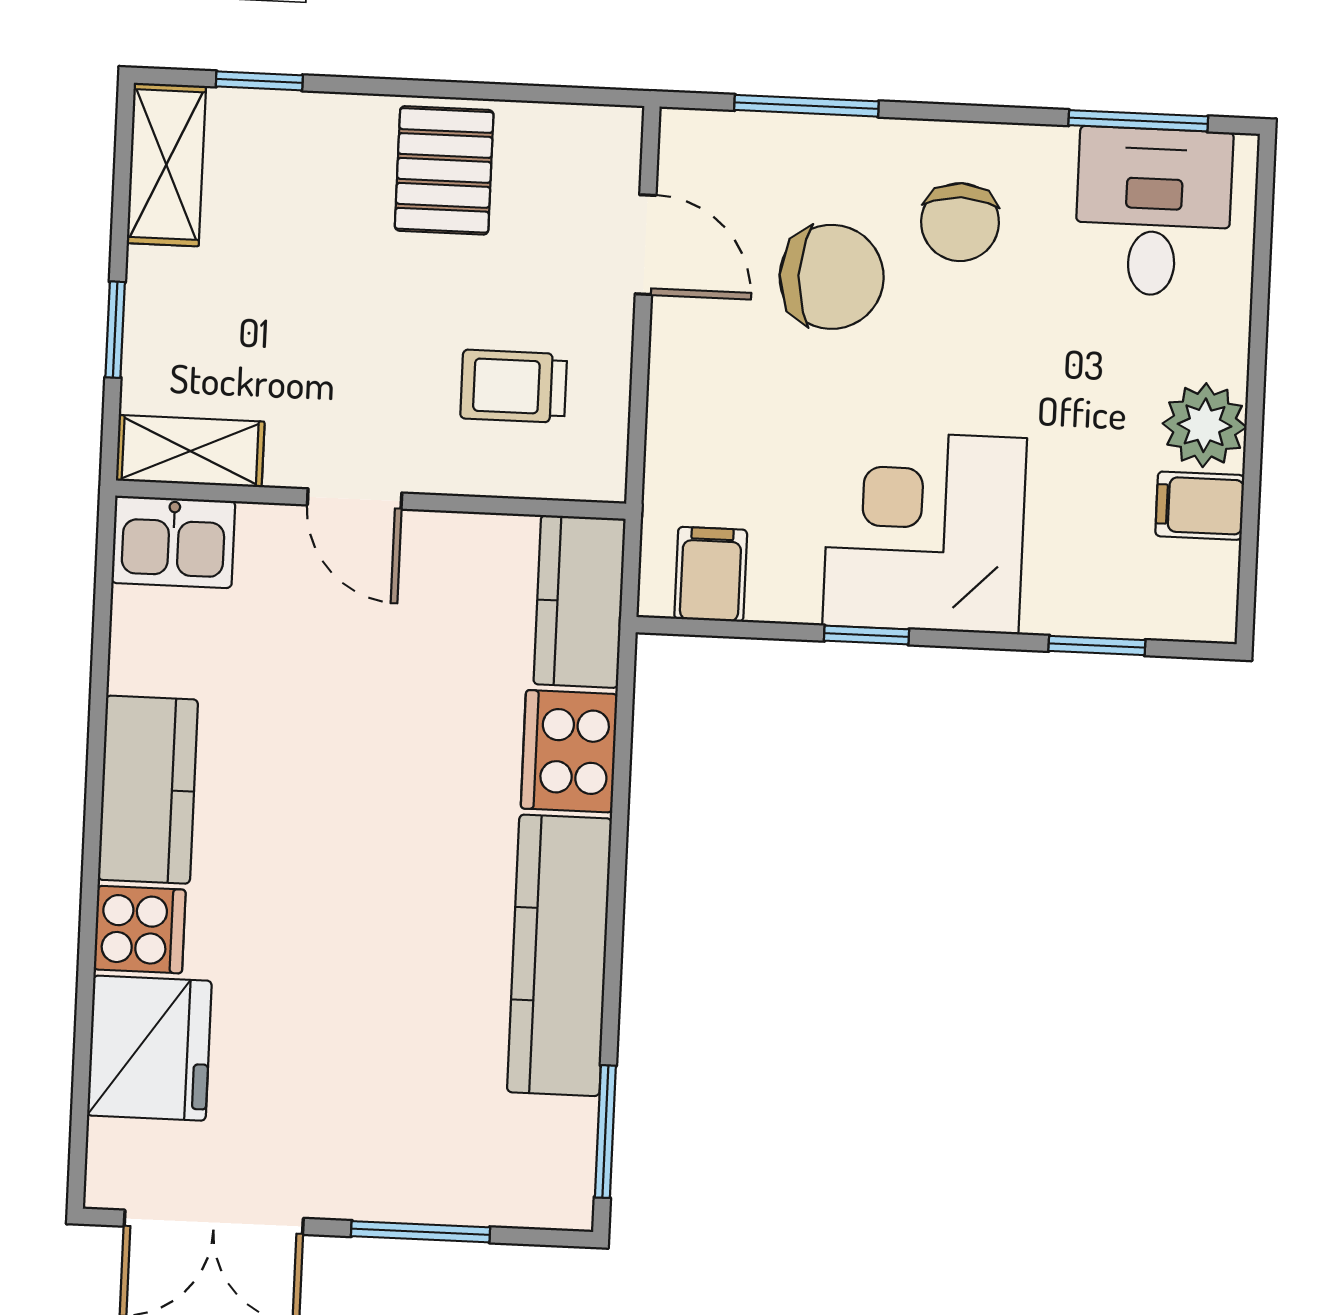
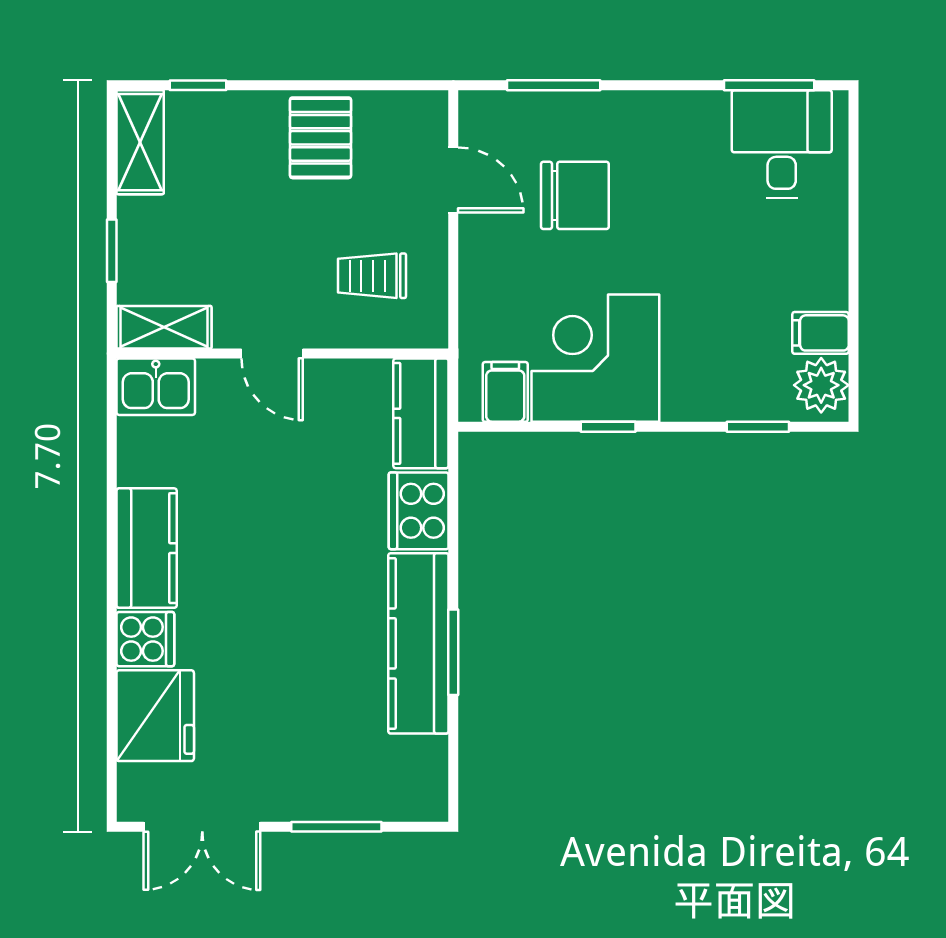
chair: (960, 222) -> (657, 156), removed
plant: (1205, 425) -> (821, 385), moved
corner desk: (925, 532) -> (595, 358), moved
window: (605, 1132) -> (453, 652), moved

